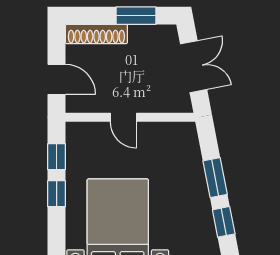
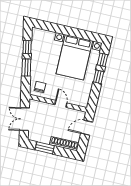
door: (57, 79) -> (87, 128), hinge flipped
chair: (176, 143) -> (40, 87), added
window: (57, 157) -> (102, 60), moved

